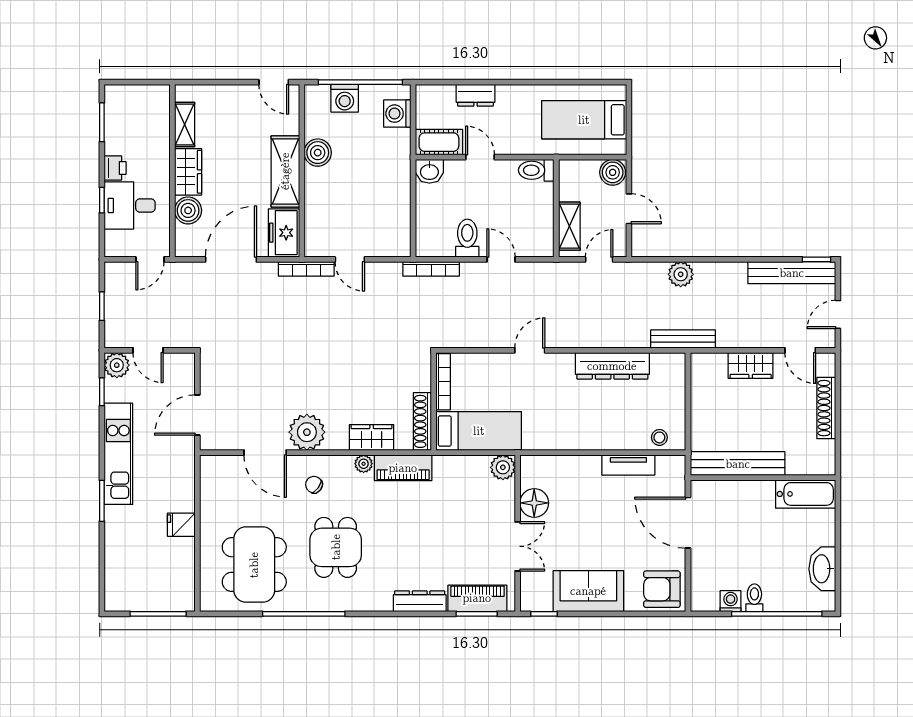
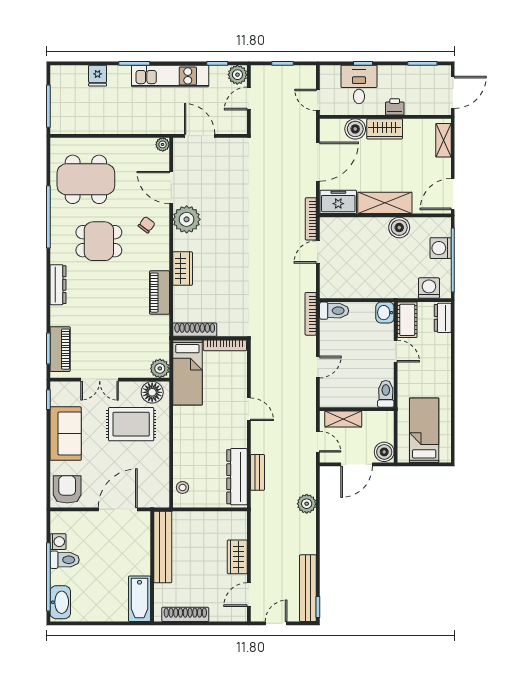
door: (140, 82) -> (453, 92), added
door: (274, 82) -> (453, 194), width x1.38
dresser: (475, 95) -> (443, 318), moved
shelving: (185, 125) -> (443, 140), moved, turned 90
door: (480, 157) -> (396, 351), hinge flipped
printer: (115, 168) -> (395, 107), moved, turned 180
door: (629, 209) -> (357, 464), width x1.38
toilet: (467, 238) -> (334, 311), moved
door: (231, 259) -> (318, 162), hinge flipped
door: (838, 314) -> (276, 623), hinge flipped
bench: (683, 339) -> (257, 472), moved, width x0.73
door: (530, 350) -> (249, 409), moved
dresser: (612, 366) -> (237, 477), moved
bookcase: (443, 382) -> (225, 345), moved
wall: (434, 401) -> (210, 338), moved
shoe rack: (826, 408) -> (185, 614), moved
shoe rack: (422, 421) -> (195, 330), moved
bed: (479, 431) -> (187, 372), moved
door: (265, 453) -> (171, 188), hinge flipped
plant: (364, 464) -> (163, 144), moved
tv unit: (628, 465) -> (162, 464), removed
floor lamp: (534, 503) -> (152, 392), moved
rug: (576, 505) -> (131, 424), added
fridge: (181, 525) -> (98, 76), moved, turned 180
washbasin: (822, 569) -> (60, 602), moved, turned 90
toilet: (754, 598) -> (65, 560), width x1.37, depth x1.39
dresser: (420, 601) -> (58, 285), moved

